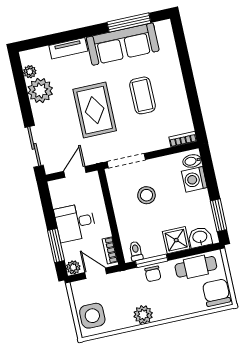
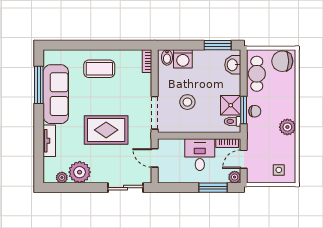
coffee table: (142, 95) -> (99, 69), moved
desk: (75, 222) -> (200, 155), moved, turned 180
shower: (176, 240) -> (231, 105), moved
side table: (92, 316) -> (279, 170), width x0.54, depth x0.54

